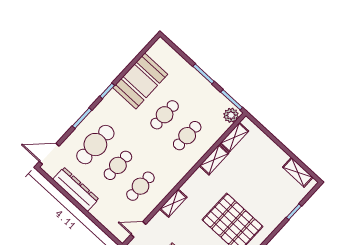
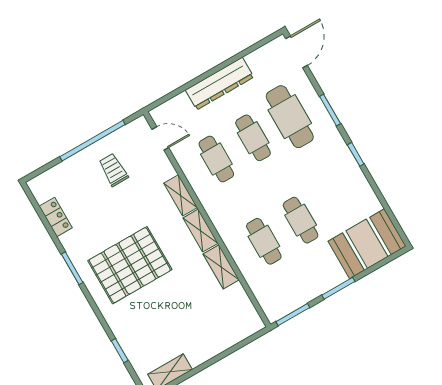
booth: (140, 81) -> (367, 244), moved, turned 90
plant: (231, 115) -> (273, 308), removed
shelving: (234, 137) -> (200, 231), moved
dresser: (76, 189) -> (220, 84), moved
door: (138, 229) -> (160, 138), hinge flipped

